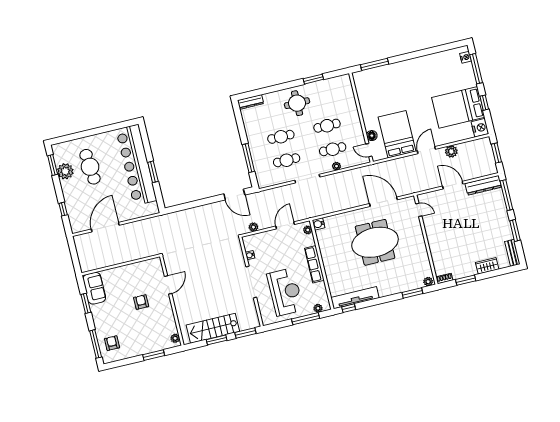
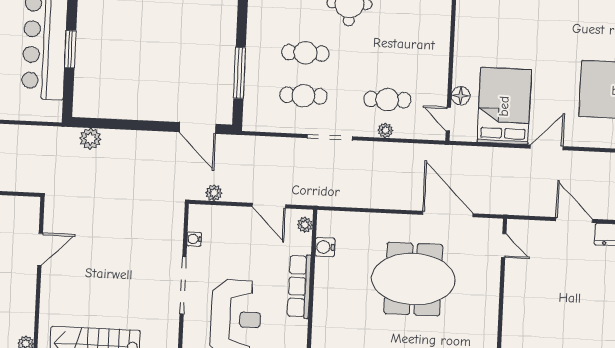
cafe table: (327, 126) -> (389, 57), removed
plant: (451, 152) -> (90, 139), moved
water cooler: (319, 224) -> (325, 247), moved
door: (285, 225) -> (269, 206), swing flipped

